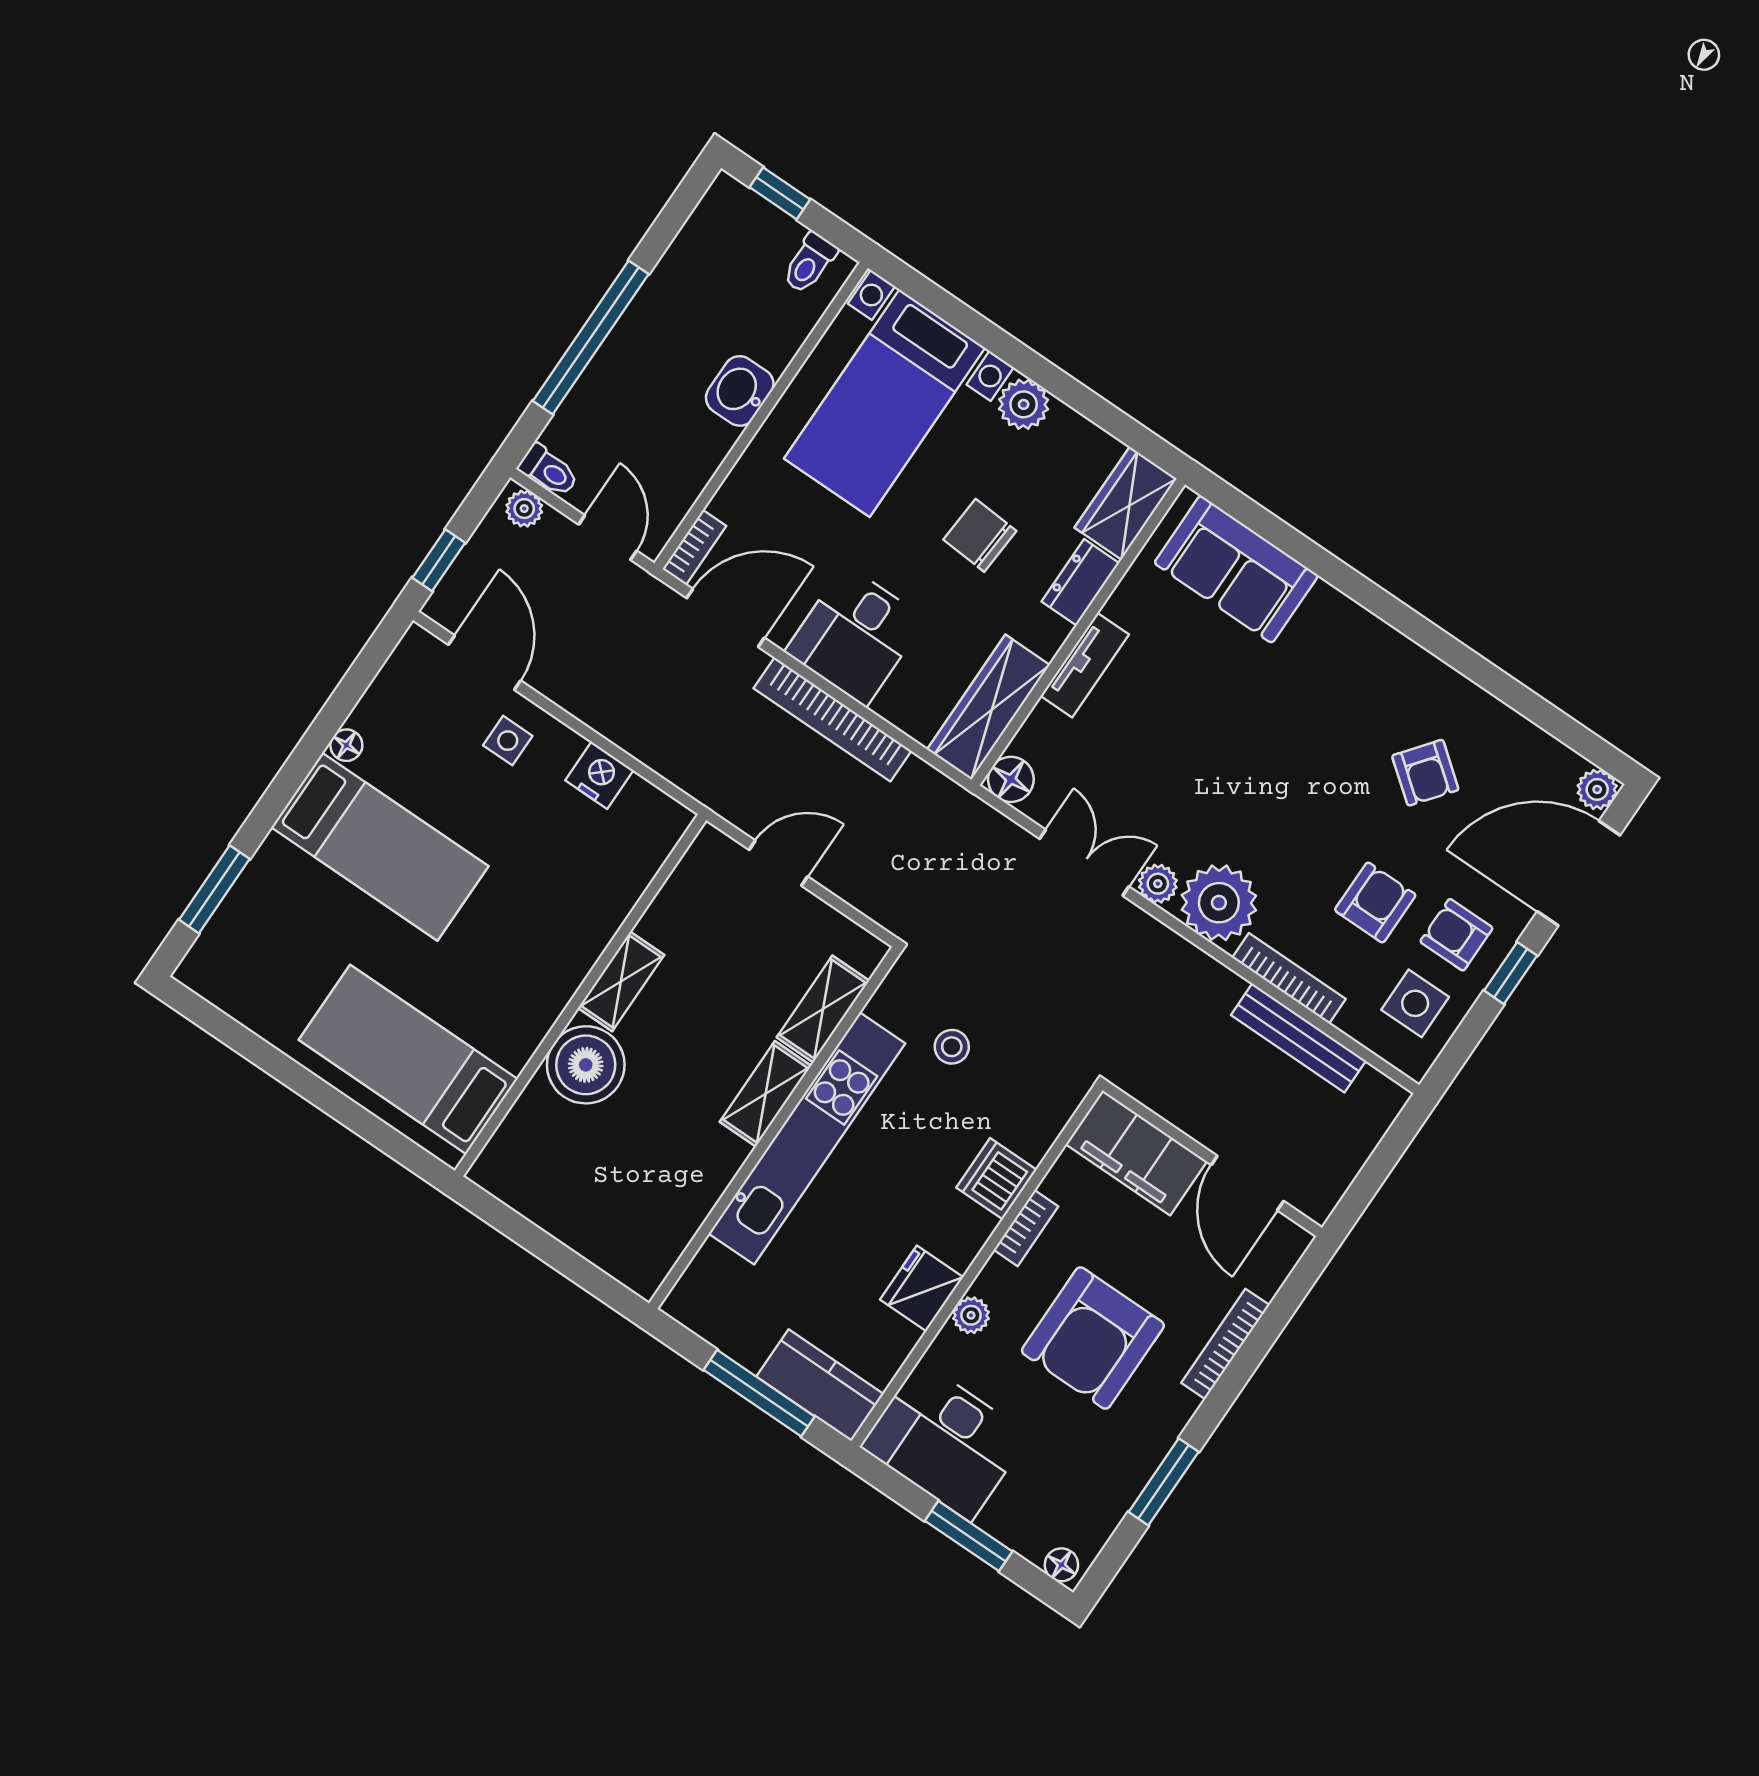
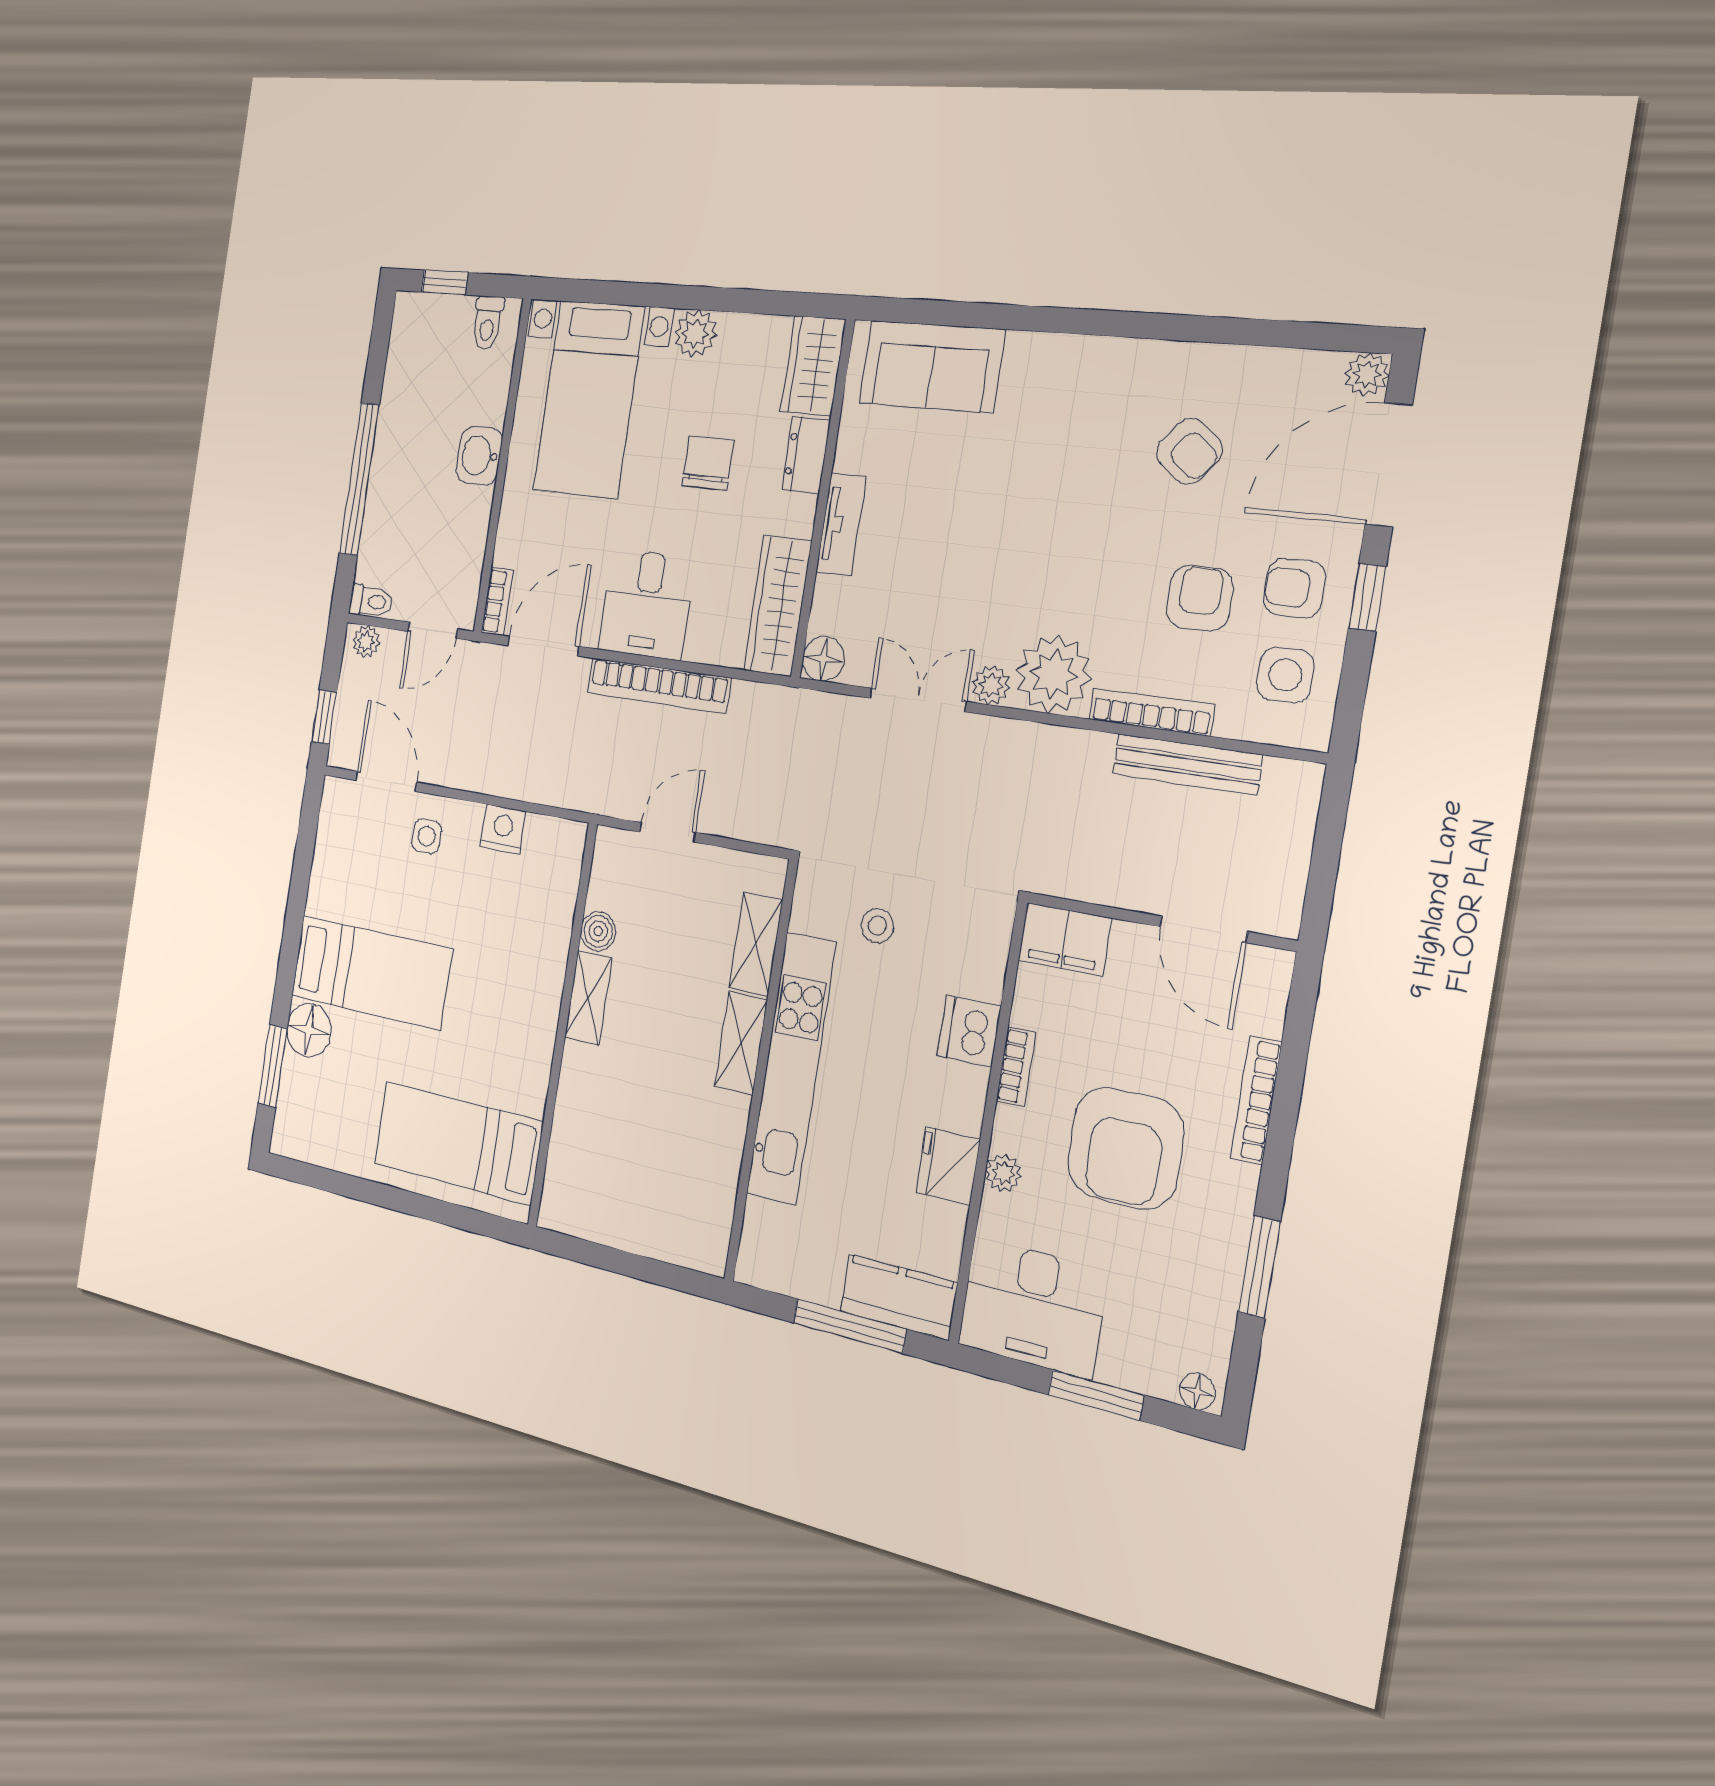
chair: (980, 535) -> (708, 463), turned 86
door: (608, 538) -> (433, 630), swing flipped
floor lamp: (346, 745) -> (309, 1030), moved, width x1.89, depth x1.89
boiler: (586, 1065) -> (598, 931), moved, width x0.54, depth x0.54
filing cabinet: (1136, 1153) -> (1065, 939), width x0.67, depth x0.86

